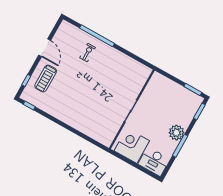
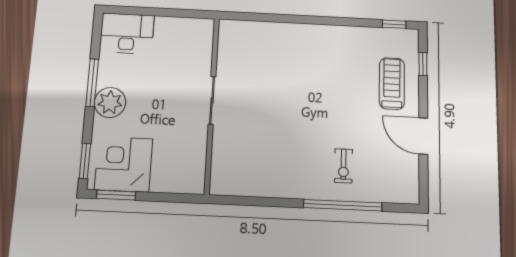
corner desk: (132, 146) -> (124, 164), moved, turned 180

